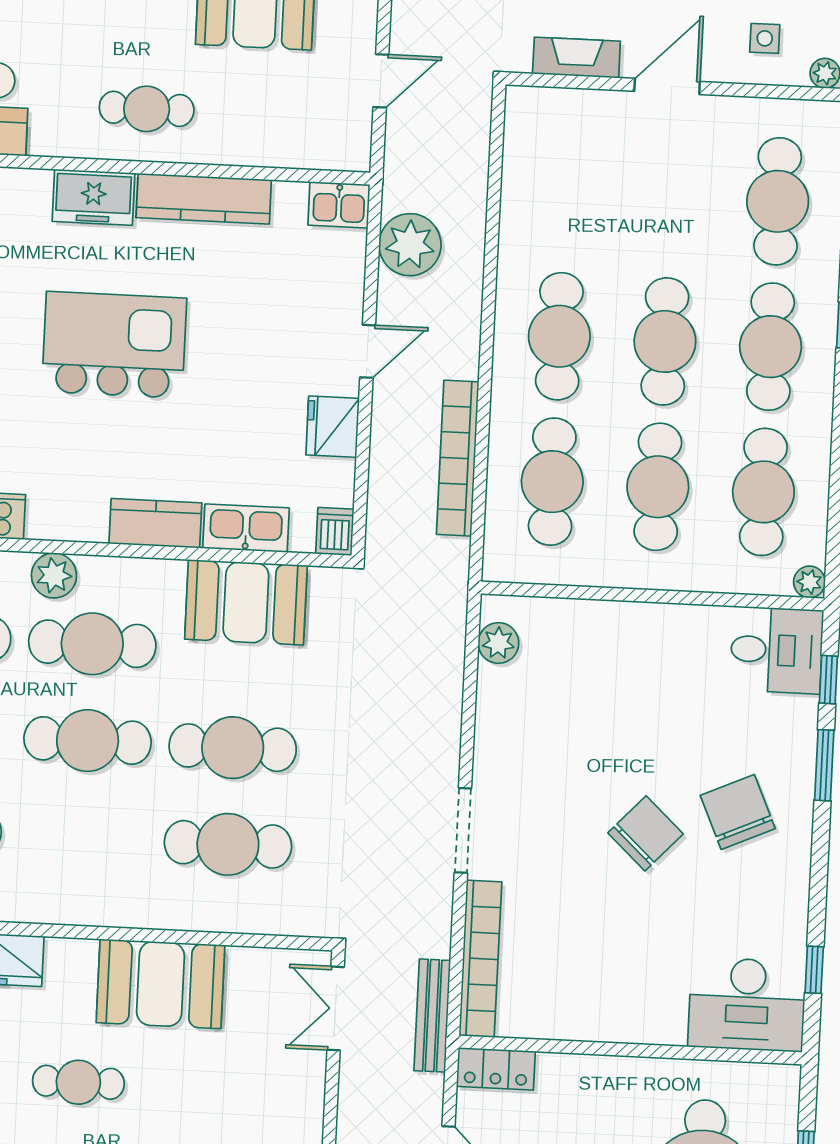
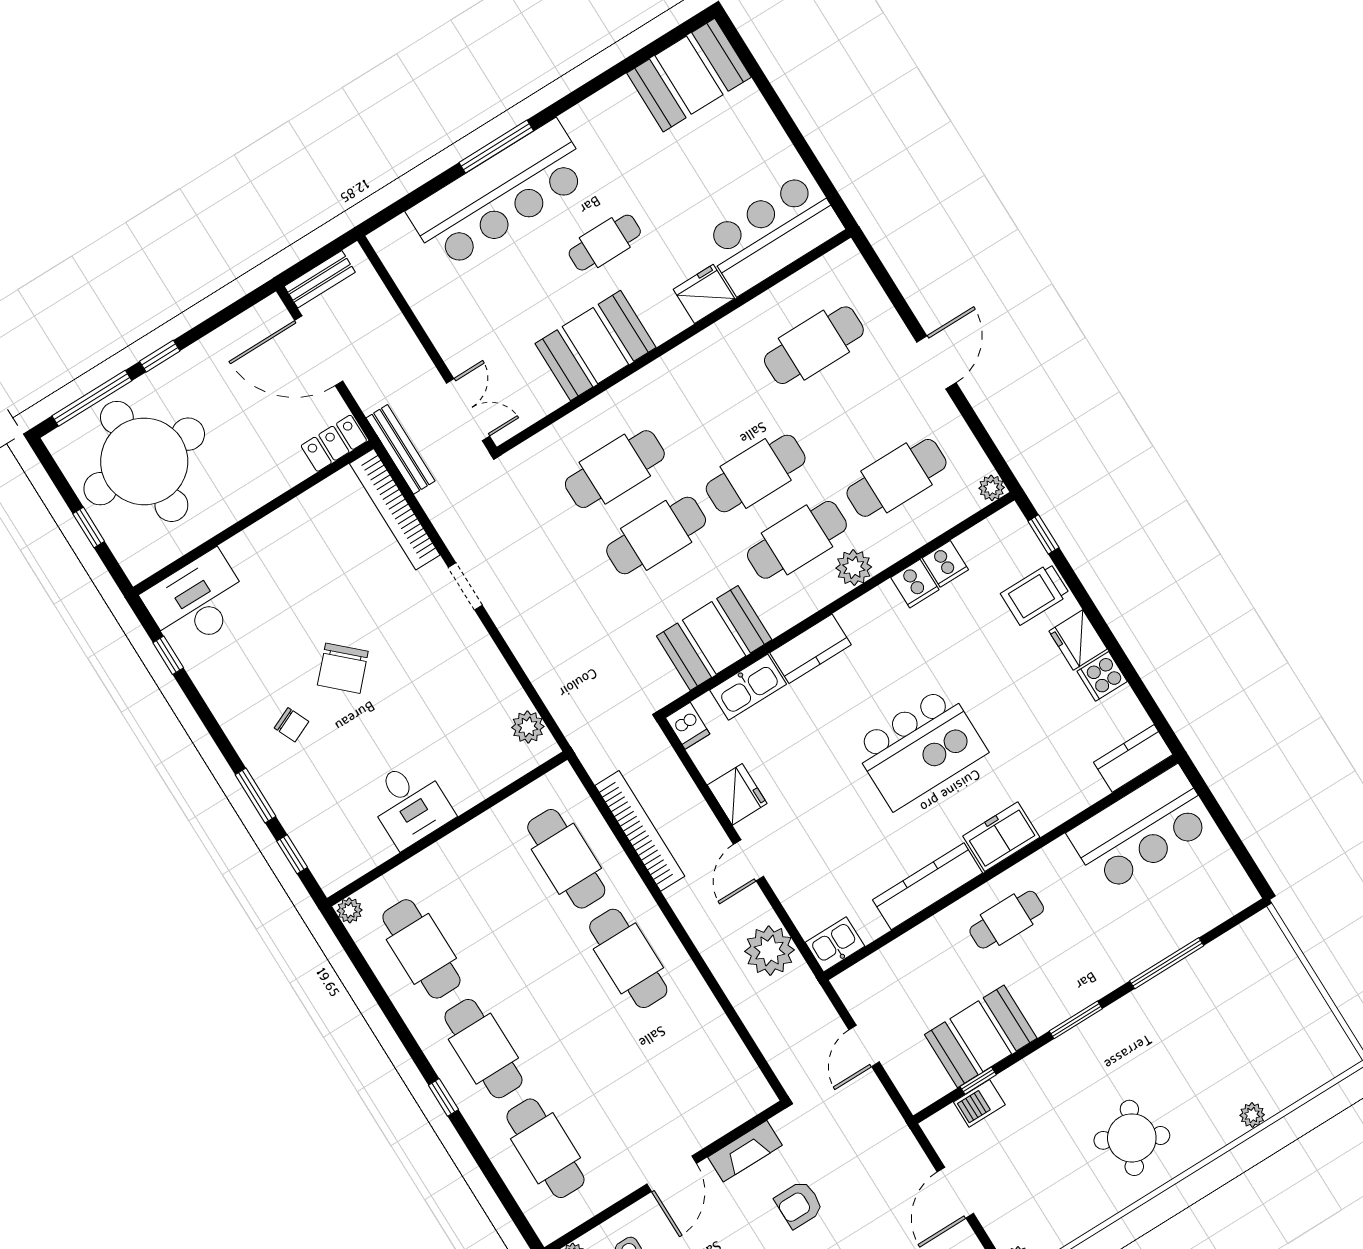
cafe table: (665, 341) -> (556, 1004), removed
cafe table: (658, 487) -> (494, 904), removed
desk: (777, 650) -> (410, 804), moved, turned -90
chair: (738, 812) -> (291, 725), width x0.54, depth x0.54
doorway: (463, 830) -> (465, 586), width x0.73

